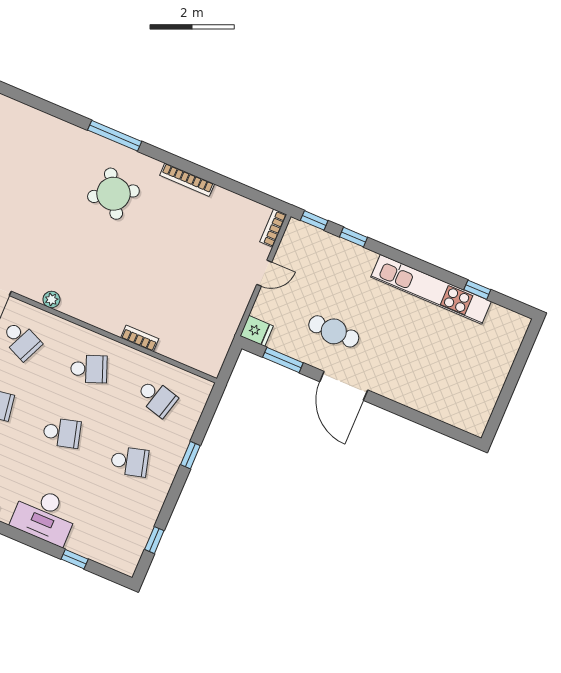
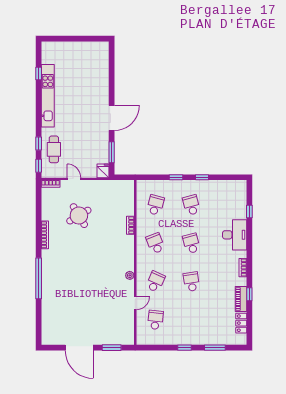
window: (115, 136) -> (39, 278), width x1.46
round table: (113, 194) -> (79, 216), moved
cafe table: (334, 331) -> (54, 149), moved
window: (154, 540) -> (202, 177), moved

